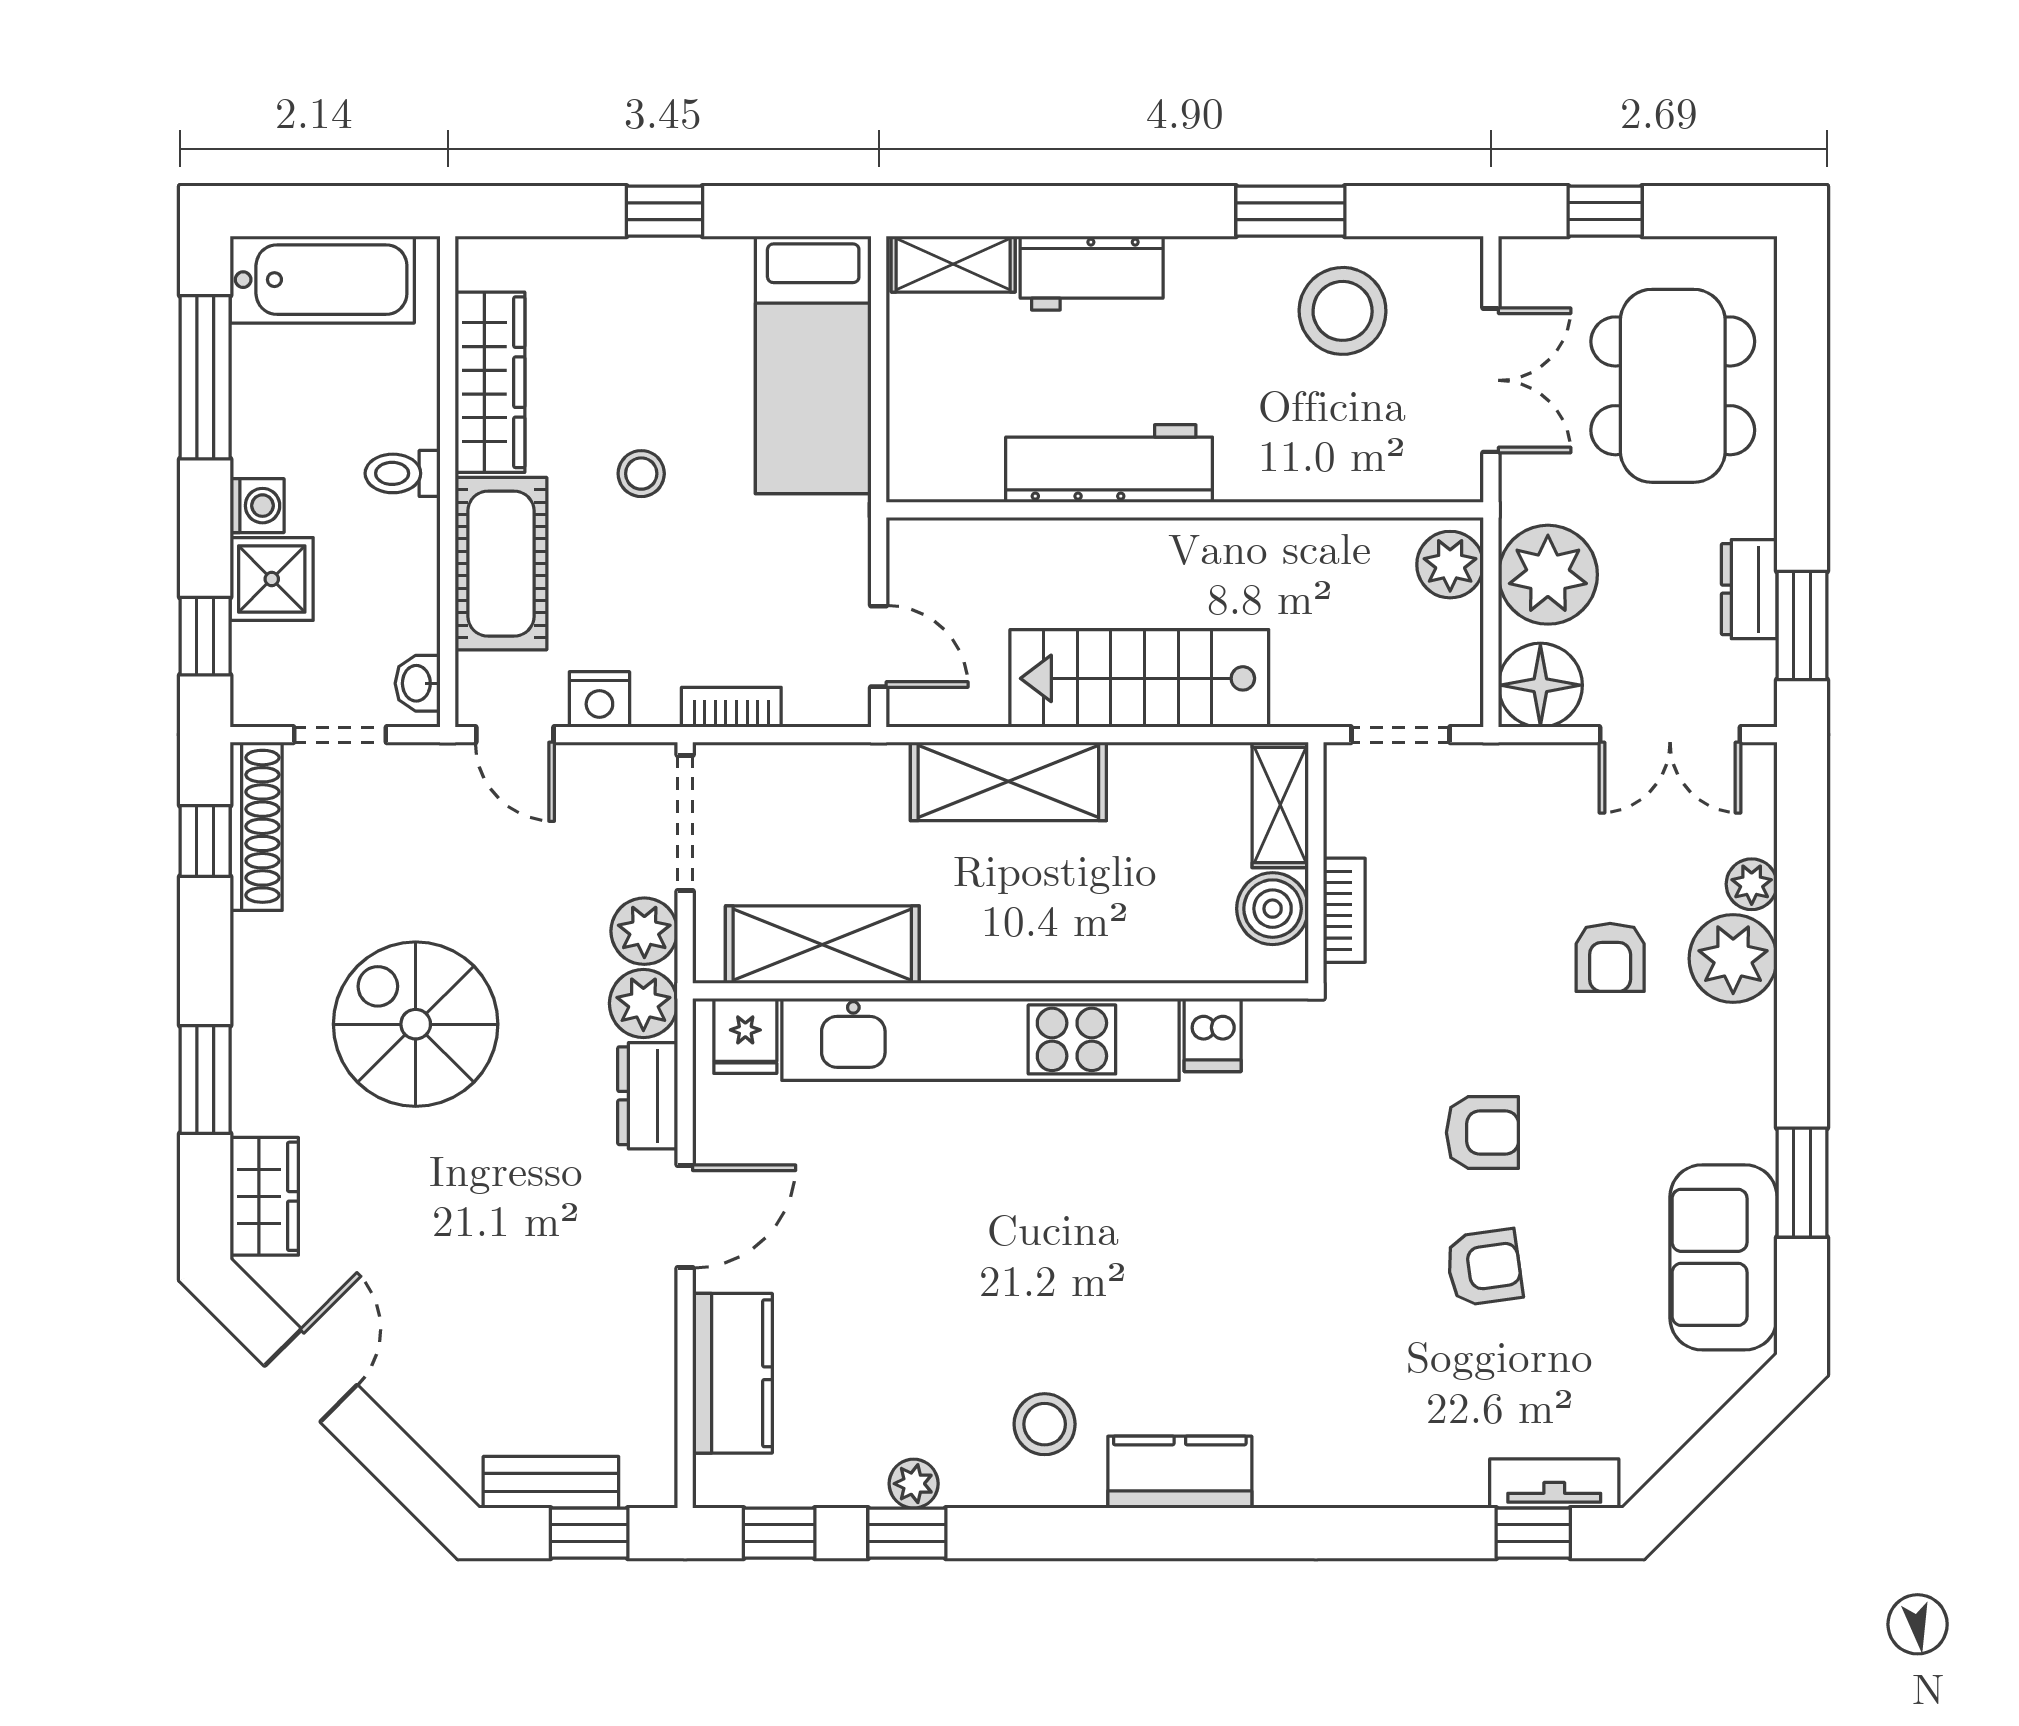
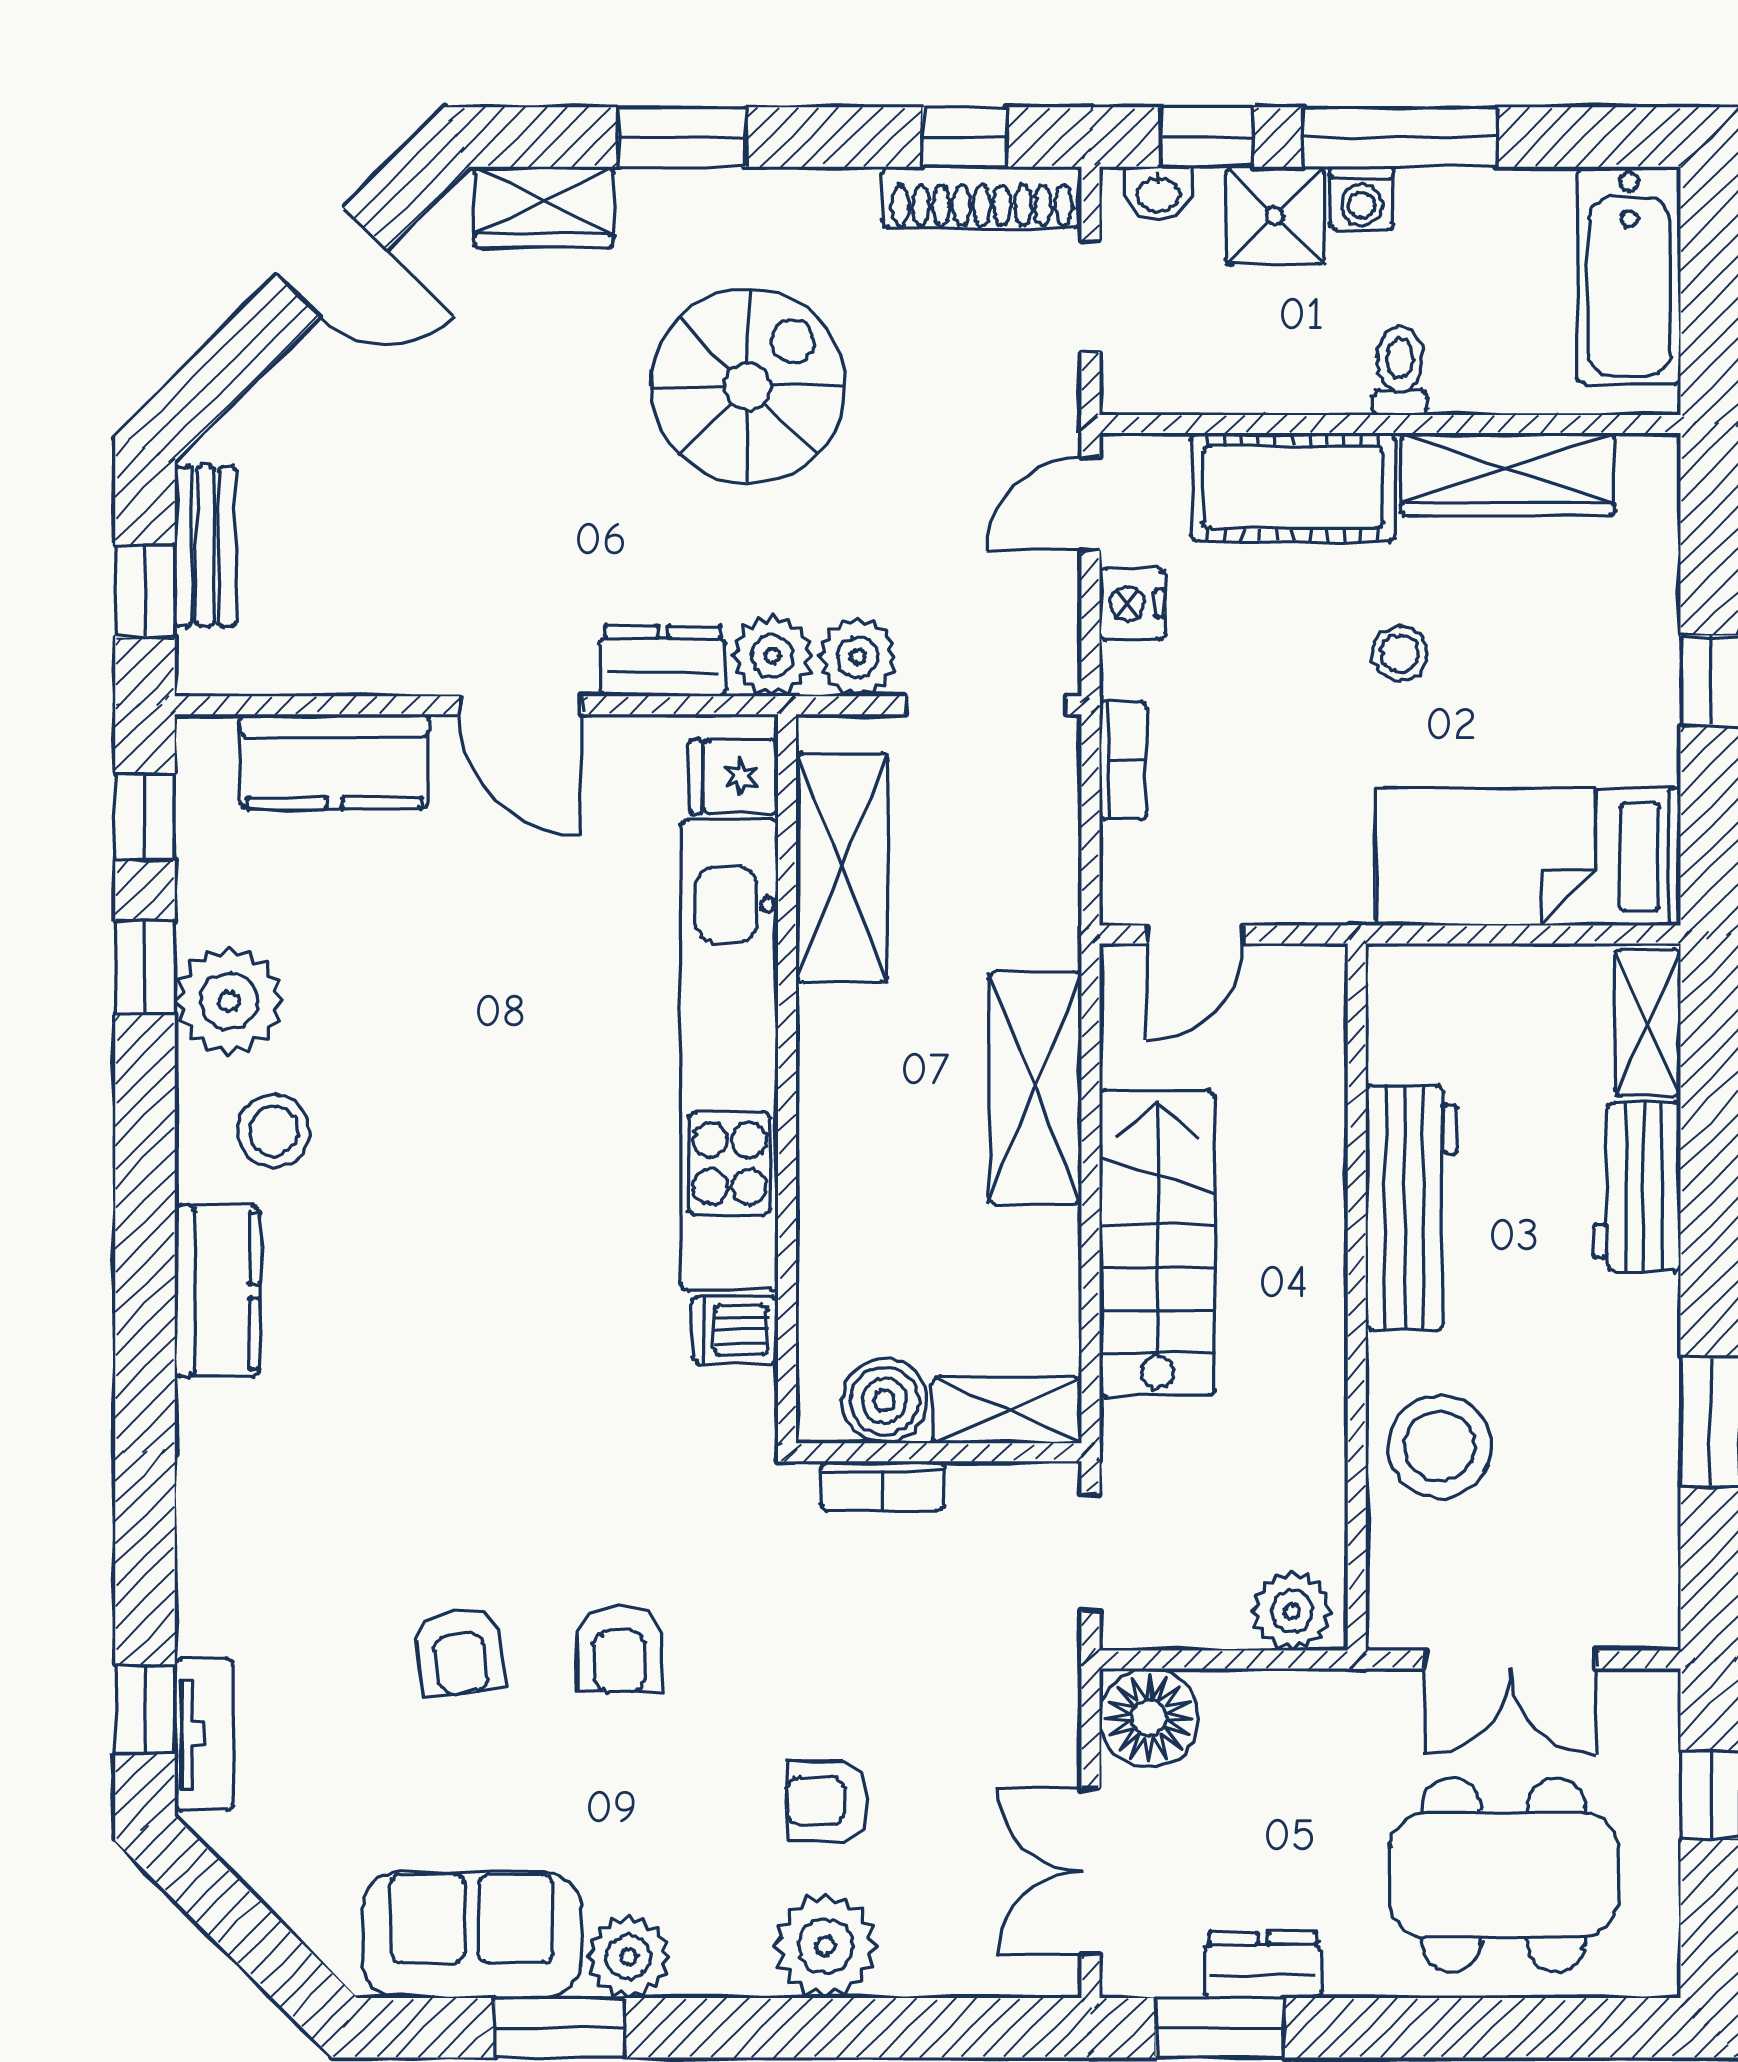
stool: (1343, 311) -> (1440, 1446), moved
window: (205, 377) -> (1400, 137), moved
plant: (1548, 575) -> (1280, 1727), removed
washbasin: (418, 683) -> (1158, 193), moved, turned 180
plant: (1752, 884) -> (628, 1957), moved, width x1.38, depth x1.38
plant: (914, 1484) -> (229, 1001), width x1.88, depth x1.88

